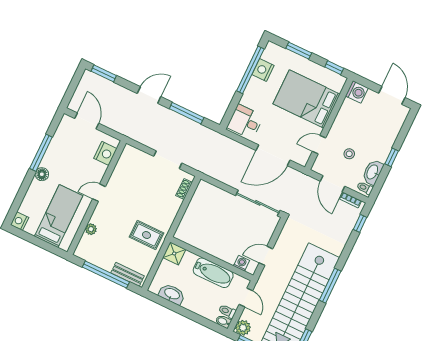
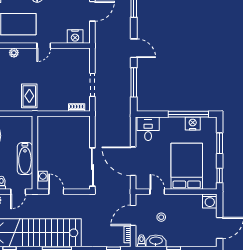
door: (99, 193) -> (44, 46), swing flipped
shower: (174, 253) -> (25, 123), removed

